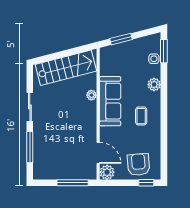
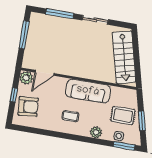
window: (121, 39) -> (142, 121), moved
rug: (130, 58) -> (123, 115), added
plant: (91, 95) -> (96, 76), removed
window: (73, 183) -> (24, 35), moved
window: (146, 183) -> (14, 95), moved

